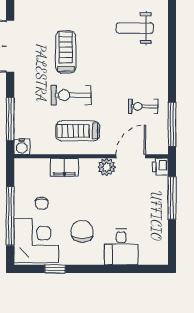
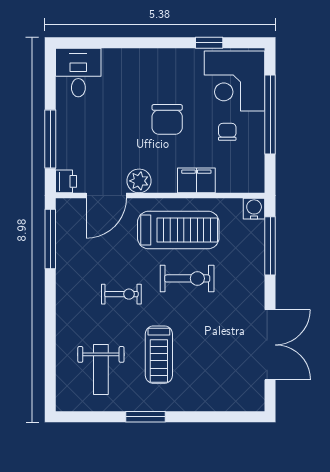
weight bench: (135, 28) -> (101, 369), turned 90
treadmill: (66, 52) -> (159, 355), moved
exercise bike: (143, 106) -> (121, 294), moved
treadmill: (78, 131) -> (178, 230), width x1.37, depth x1.38
chair: (82, 231) -> (167, 119), moved
desk: (121, 247) -> (78, 73), moved

